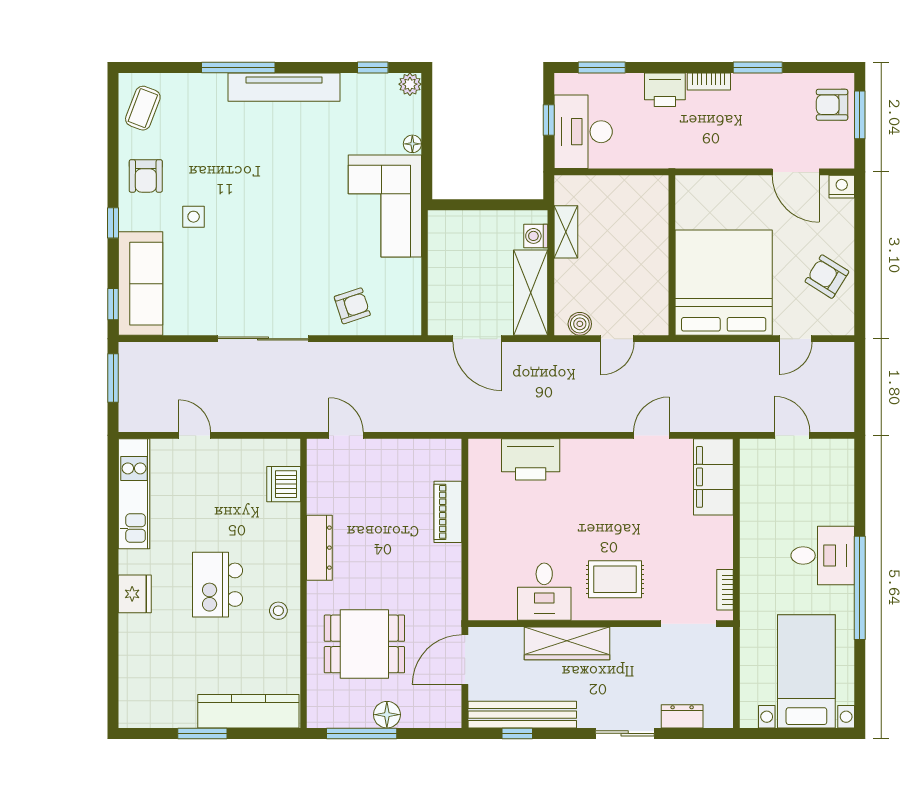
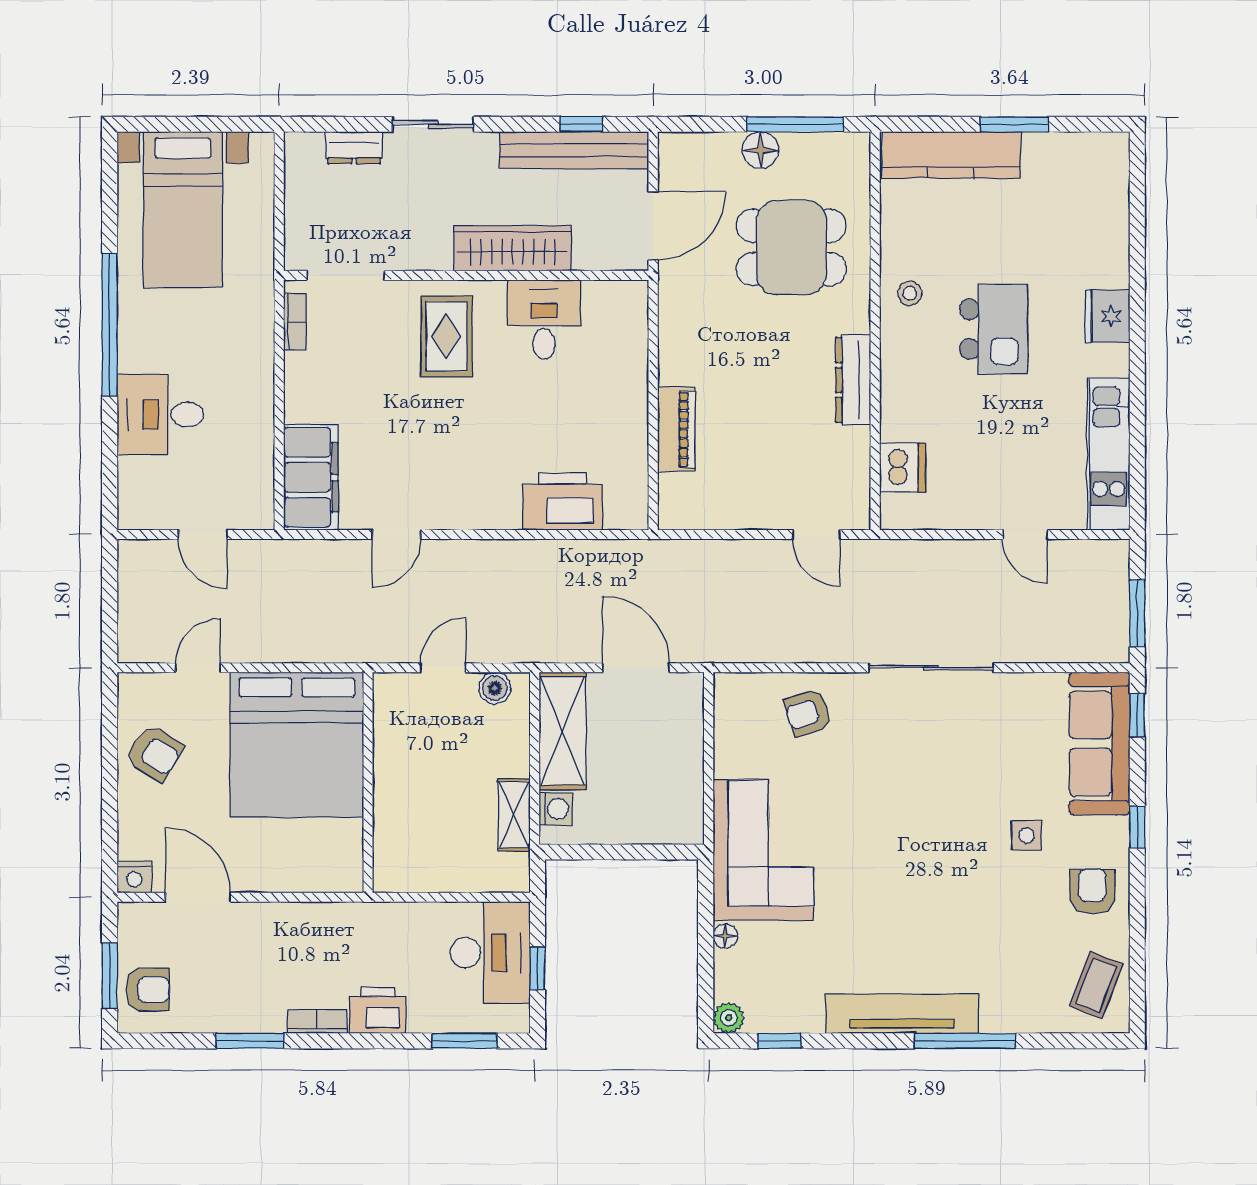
desk: (823, 555) -> (161, 414), moved
rug: (615, 579) -> (446, 336), turned 90

